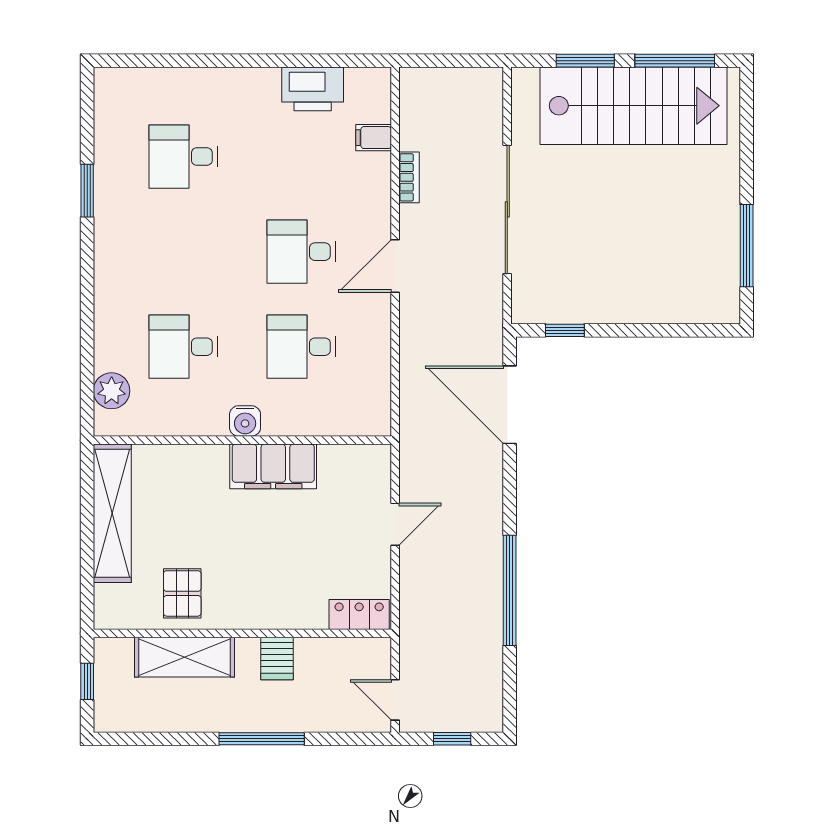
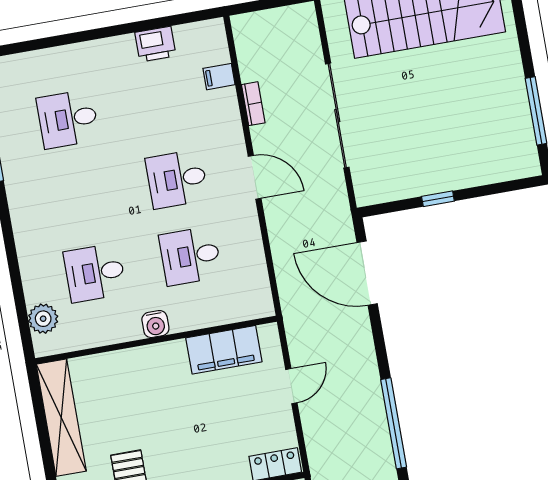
printer: (313, 89) -> (155, 44), width x0.73, depth x0.84
door: (395, 266) -> (255, 177), swing flipped
window: (565, 330) -> (438, 199), moved
filing cabinet: (273, 466) -> (224, 350), moved

